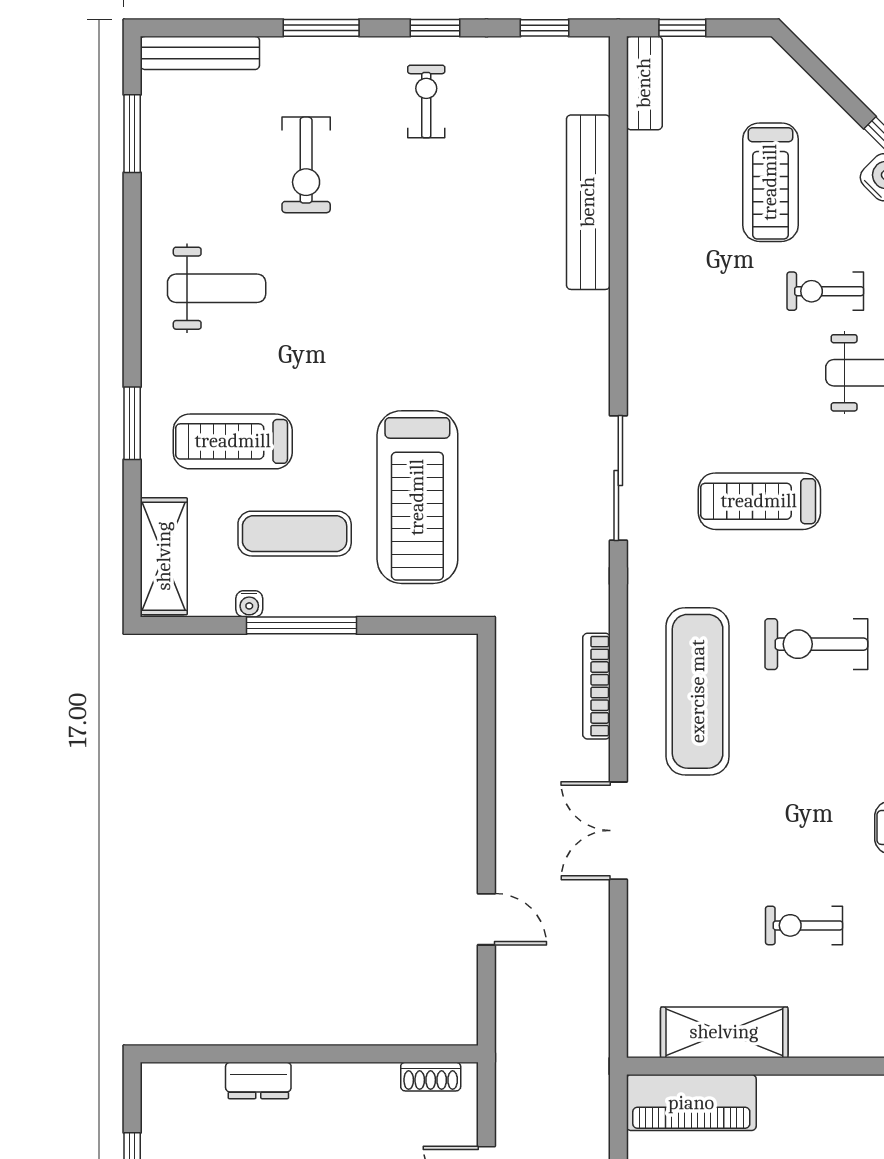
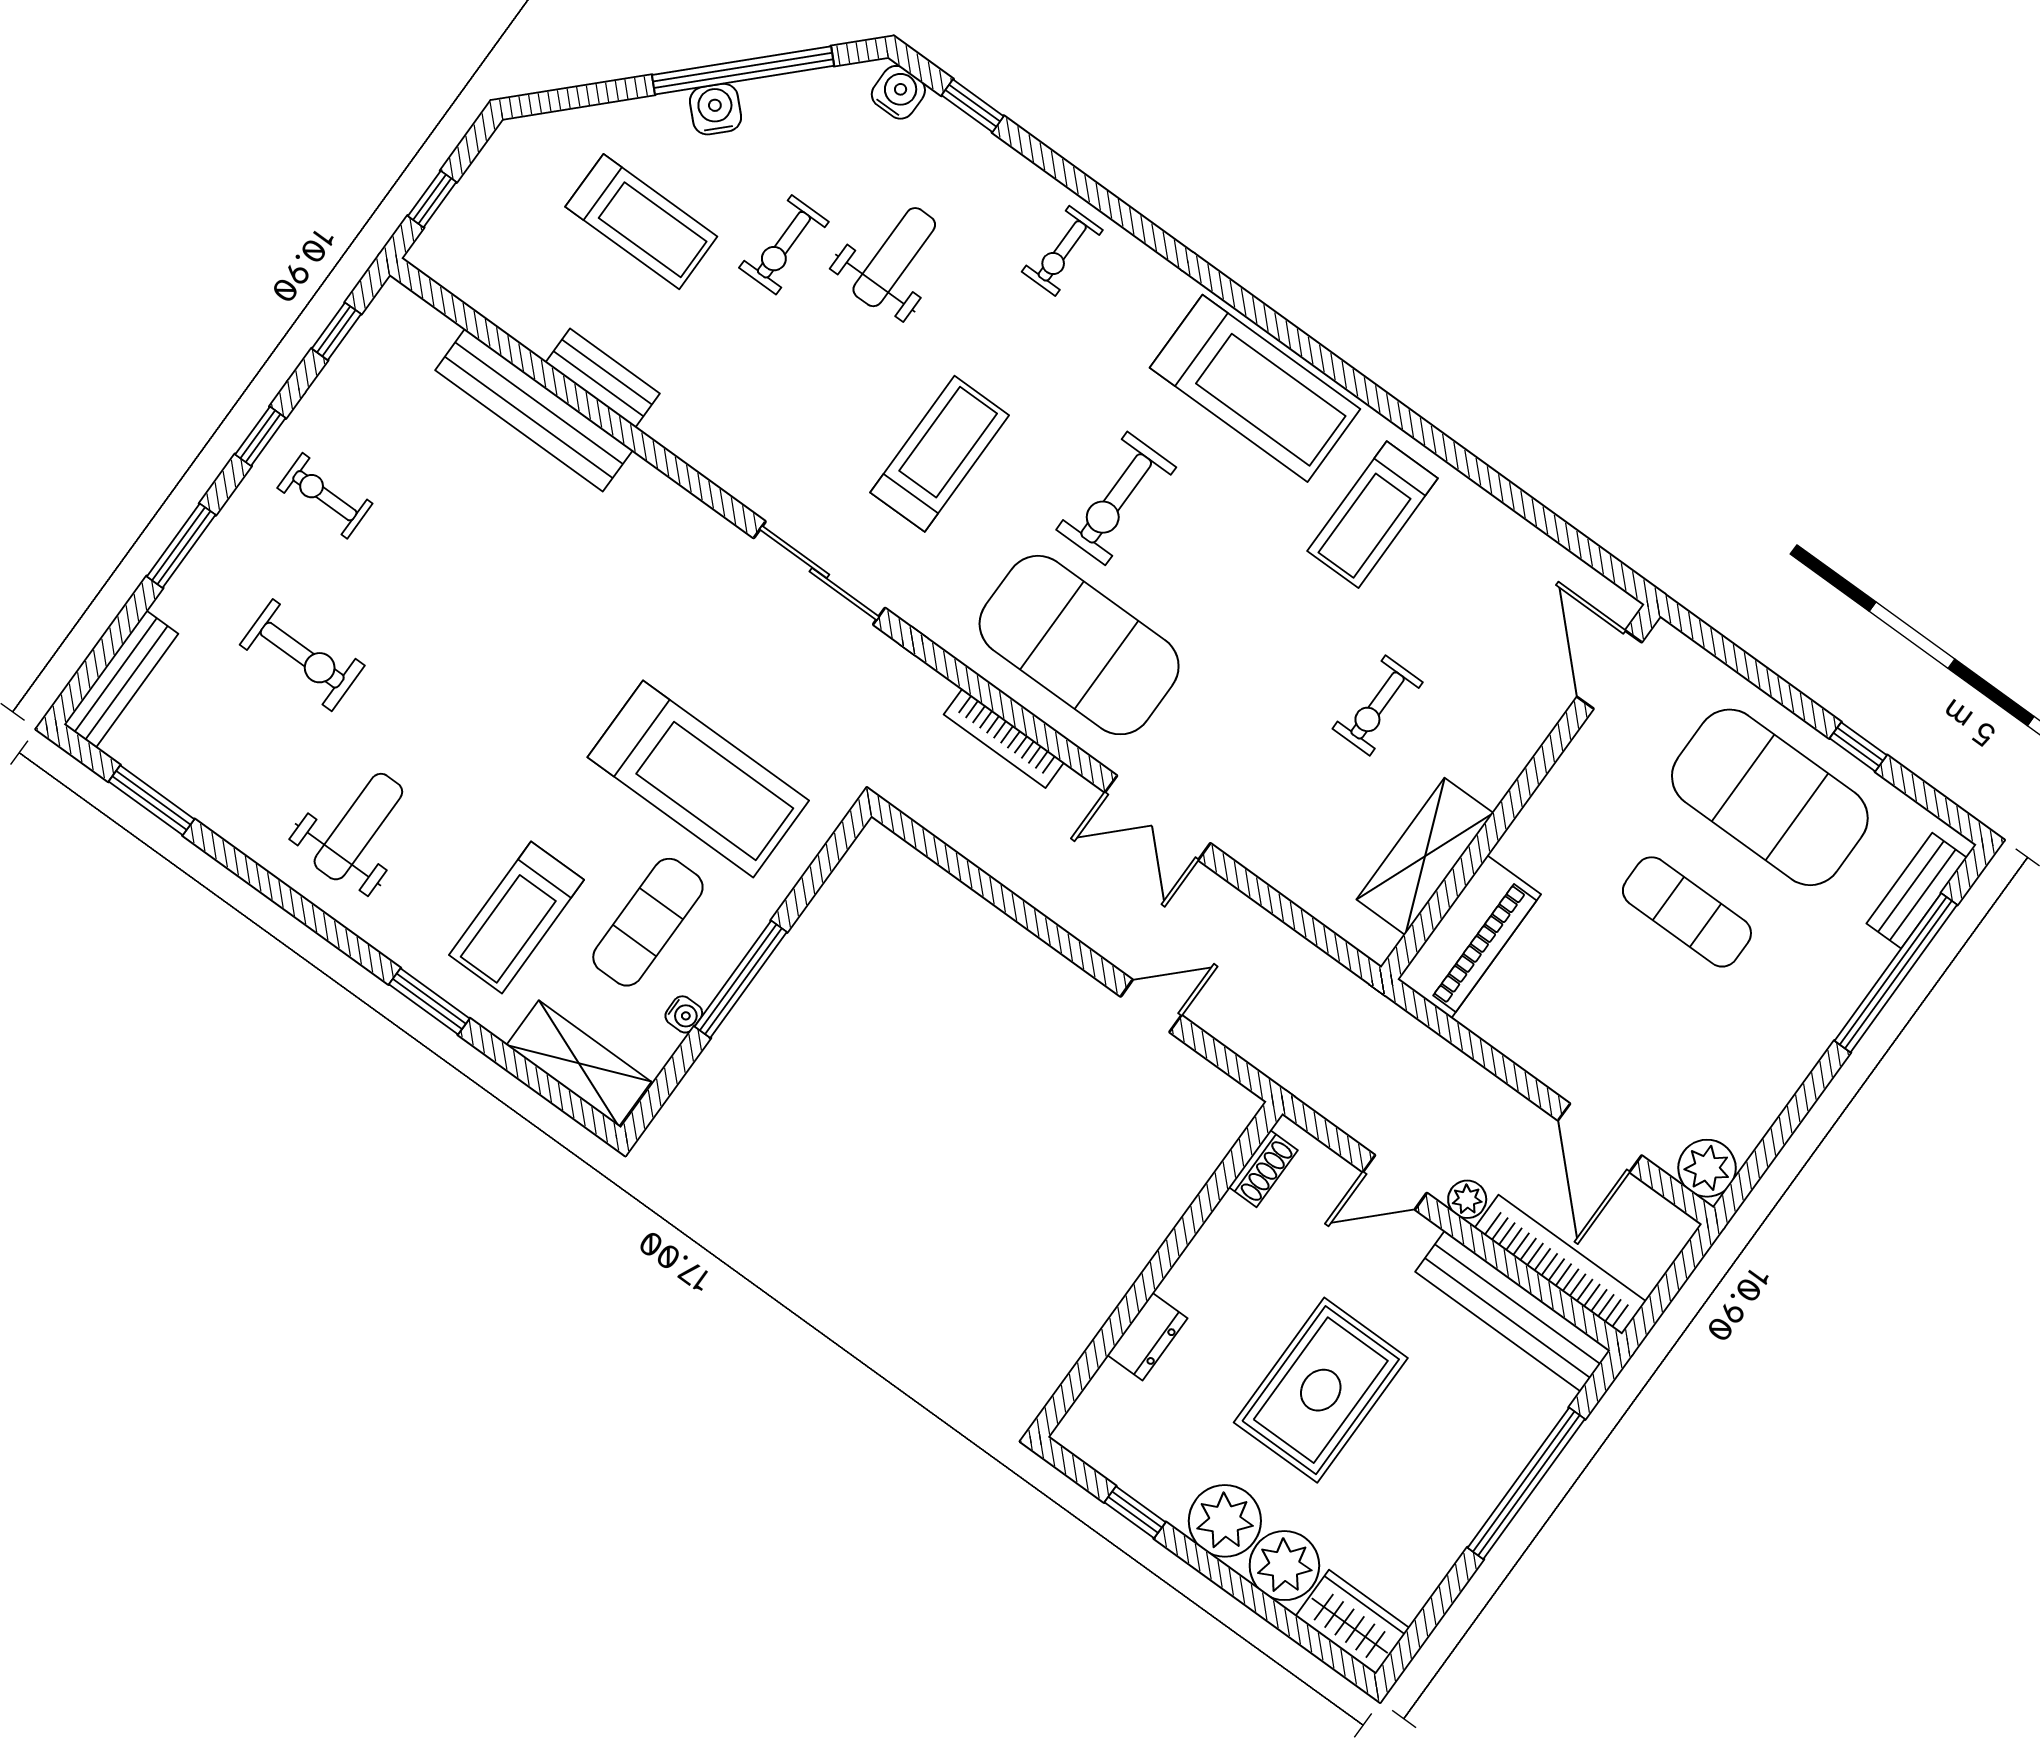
bench: (644, 83) -> (603, 378), moved
treadmill: (759, 501) -> (940, 454), turned 180
exercise mat: (698, 691) -> (1079, 645), width x1.47

